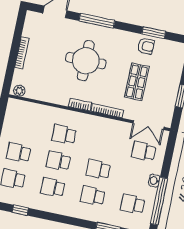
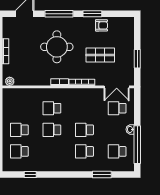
window: (154, 33) -> (92, 14), moved
shop shelf: (137, 82) -> (100, 55), turned 90
school desk: (53, 187) -> (52, 151), removed

